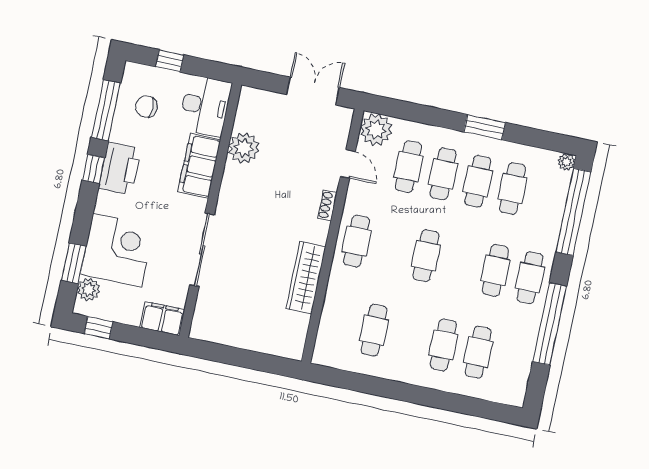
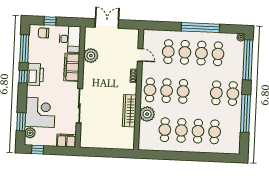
double door: (313, 91) -> (107, 24), moved
chair: (146, 107) -> (44, 33), moved
window: (485, 127) -> (200, 28), width x2.11
plant: (376, 130) -> (147, 114), moved
cafe table: (391, 248) -> (167, 91), added
cafe table: (409, 337) -> (181, 130), added

